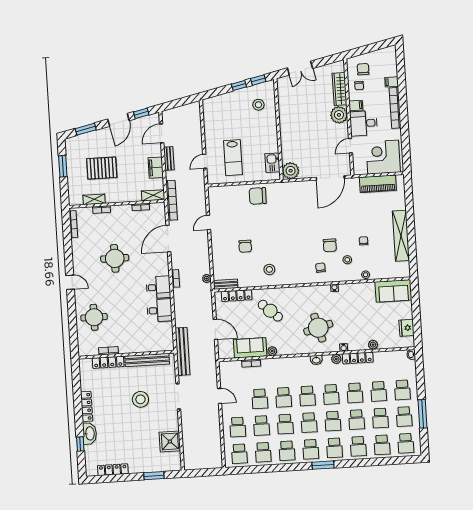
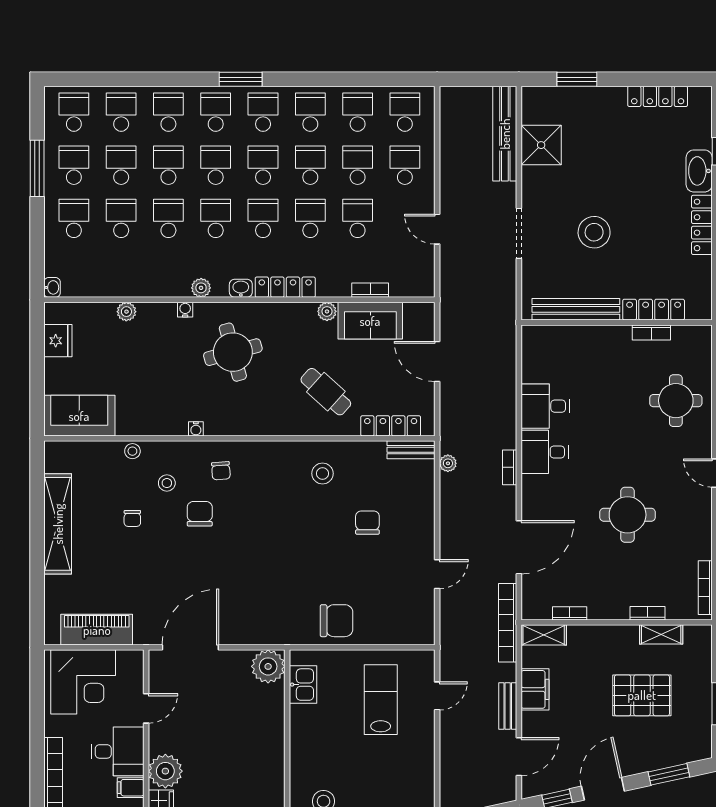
bench: (183, 351) -> (505, 134), moved
locker: (358, 358) -> (285, 287), moved

